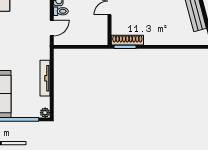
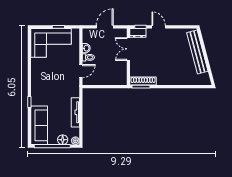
floor lamp: (30, 112) -> (63, 140), added

